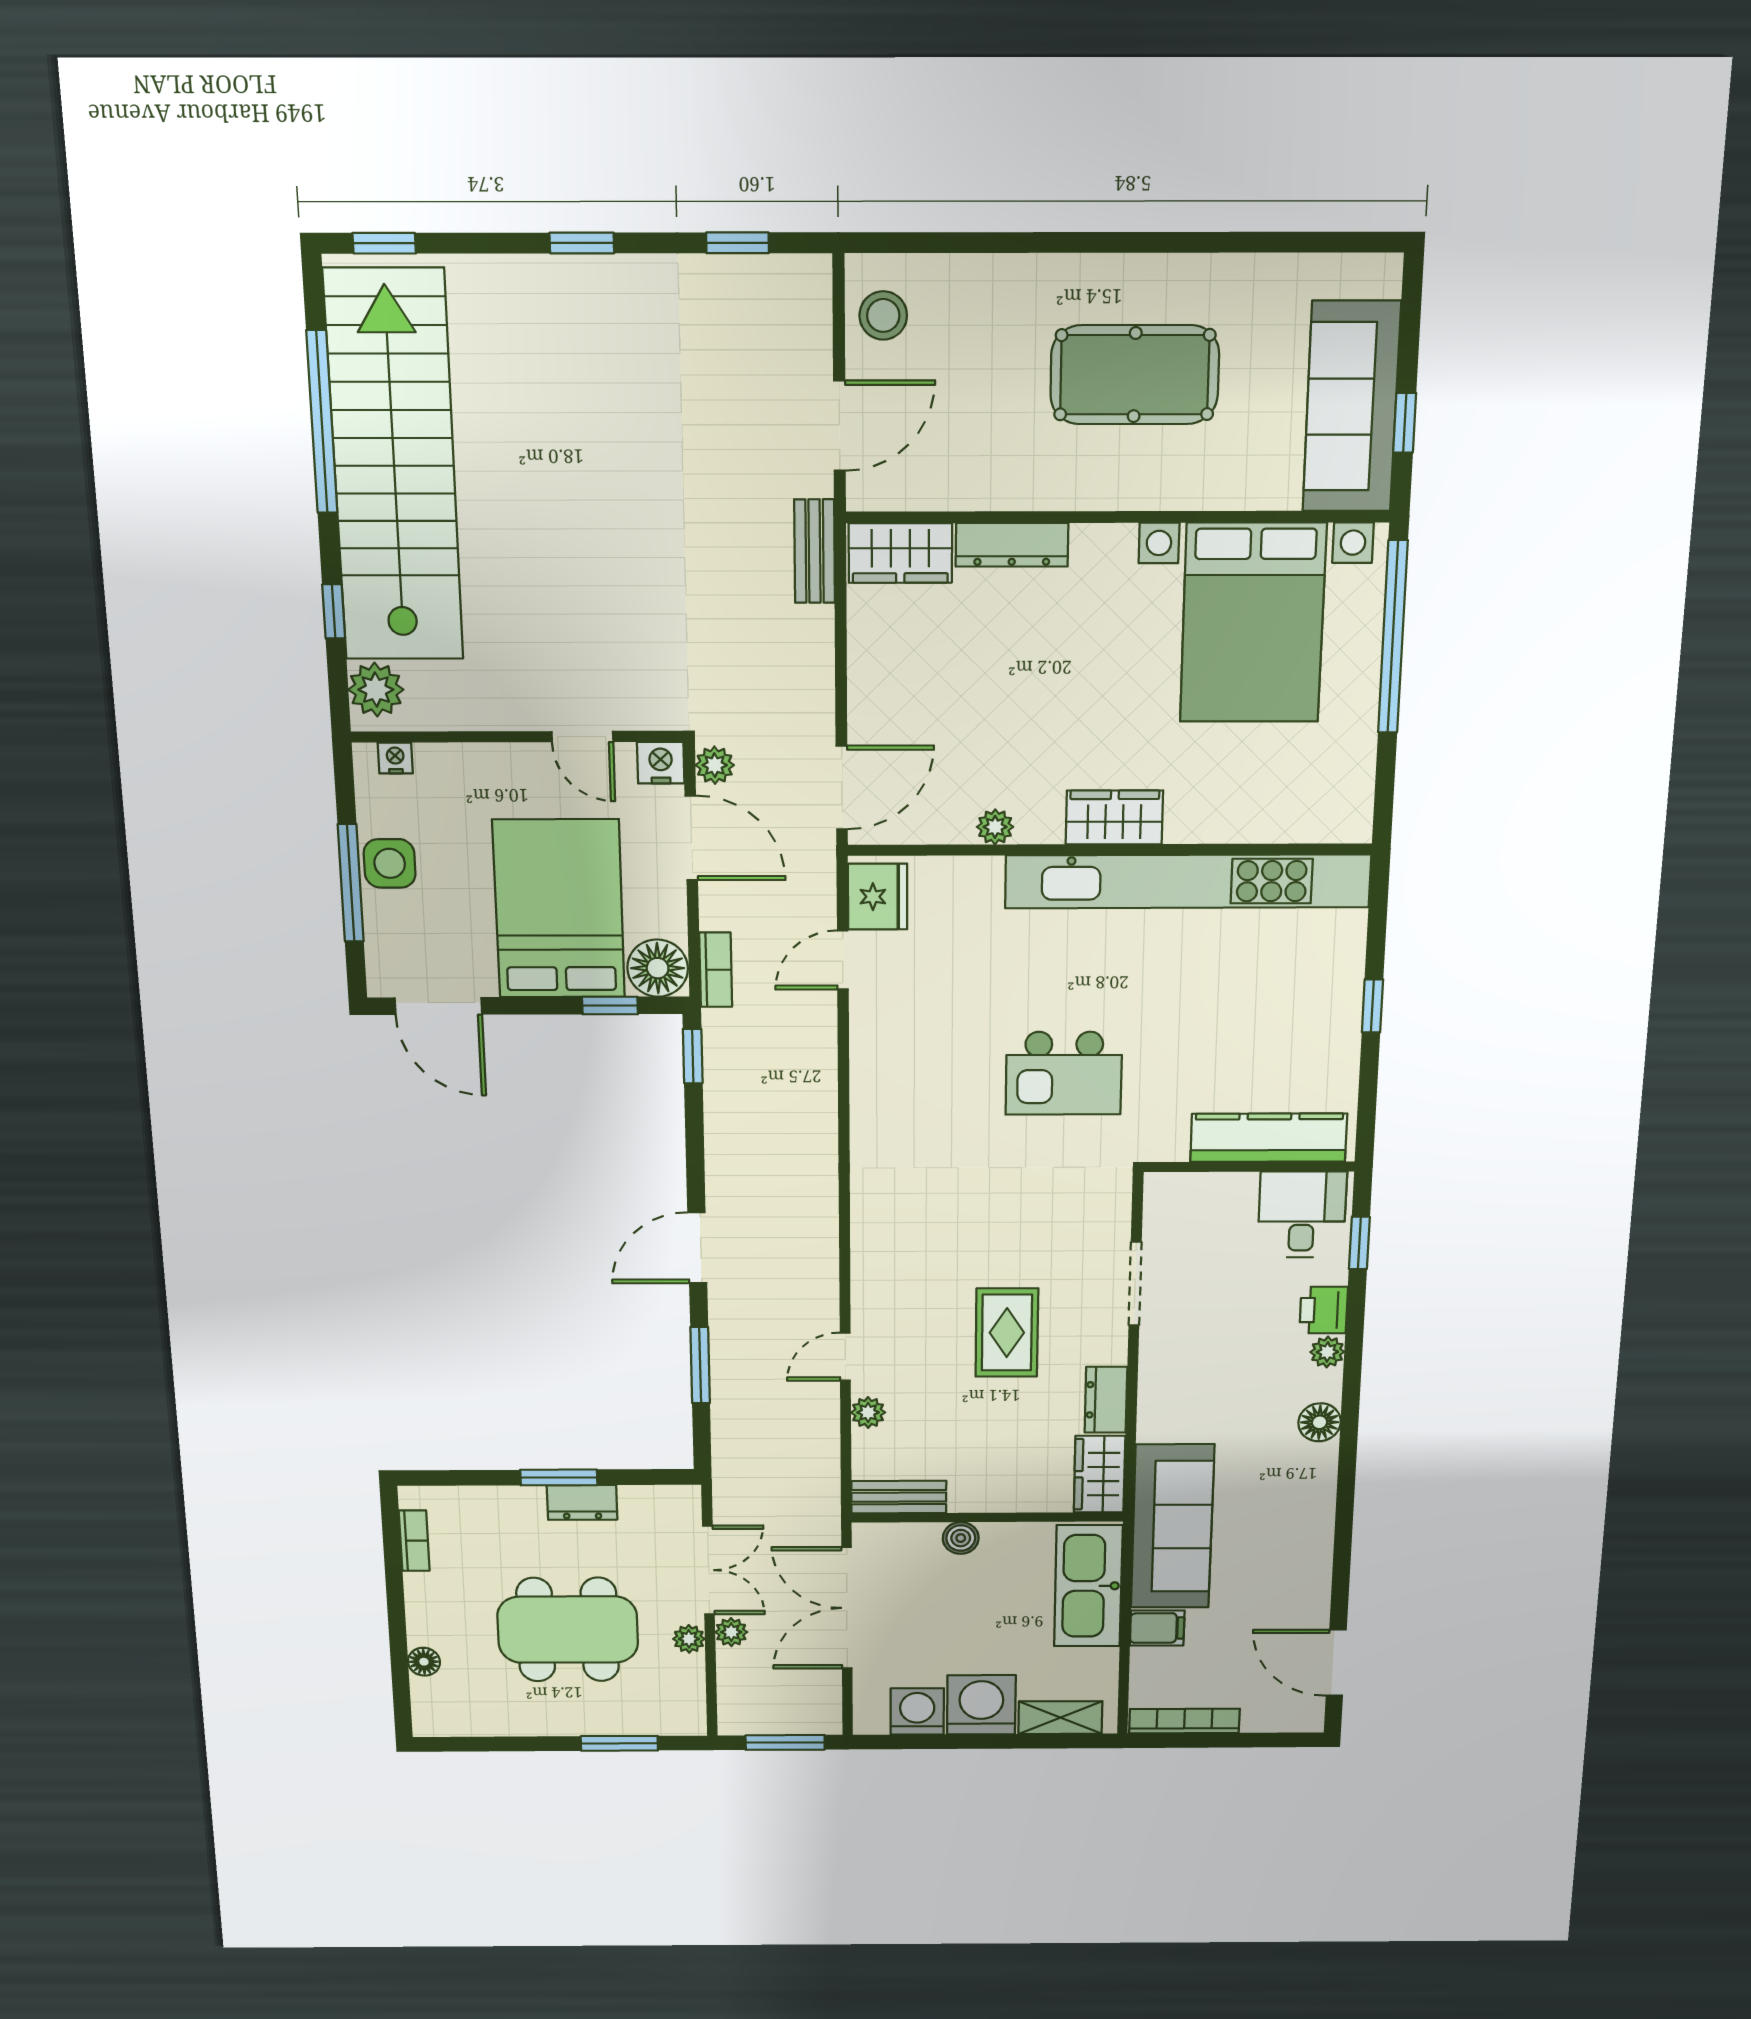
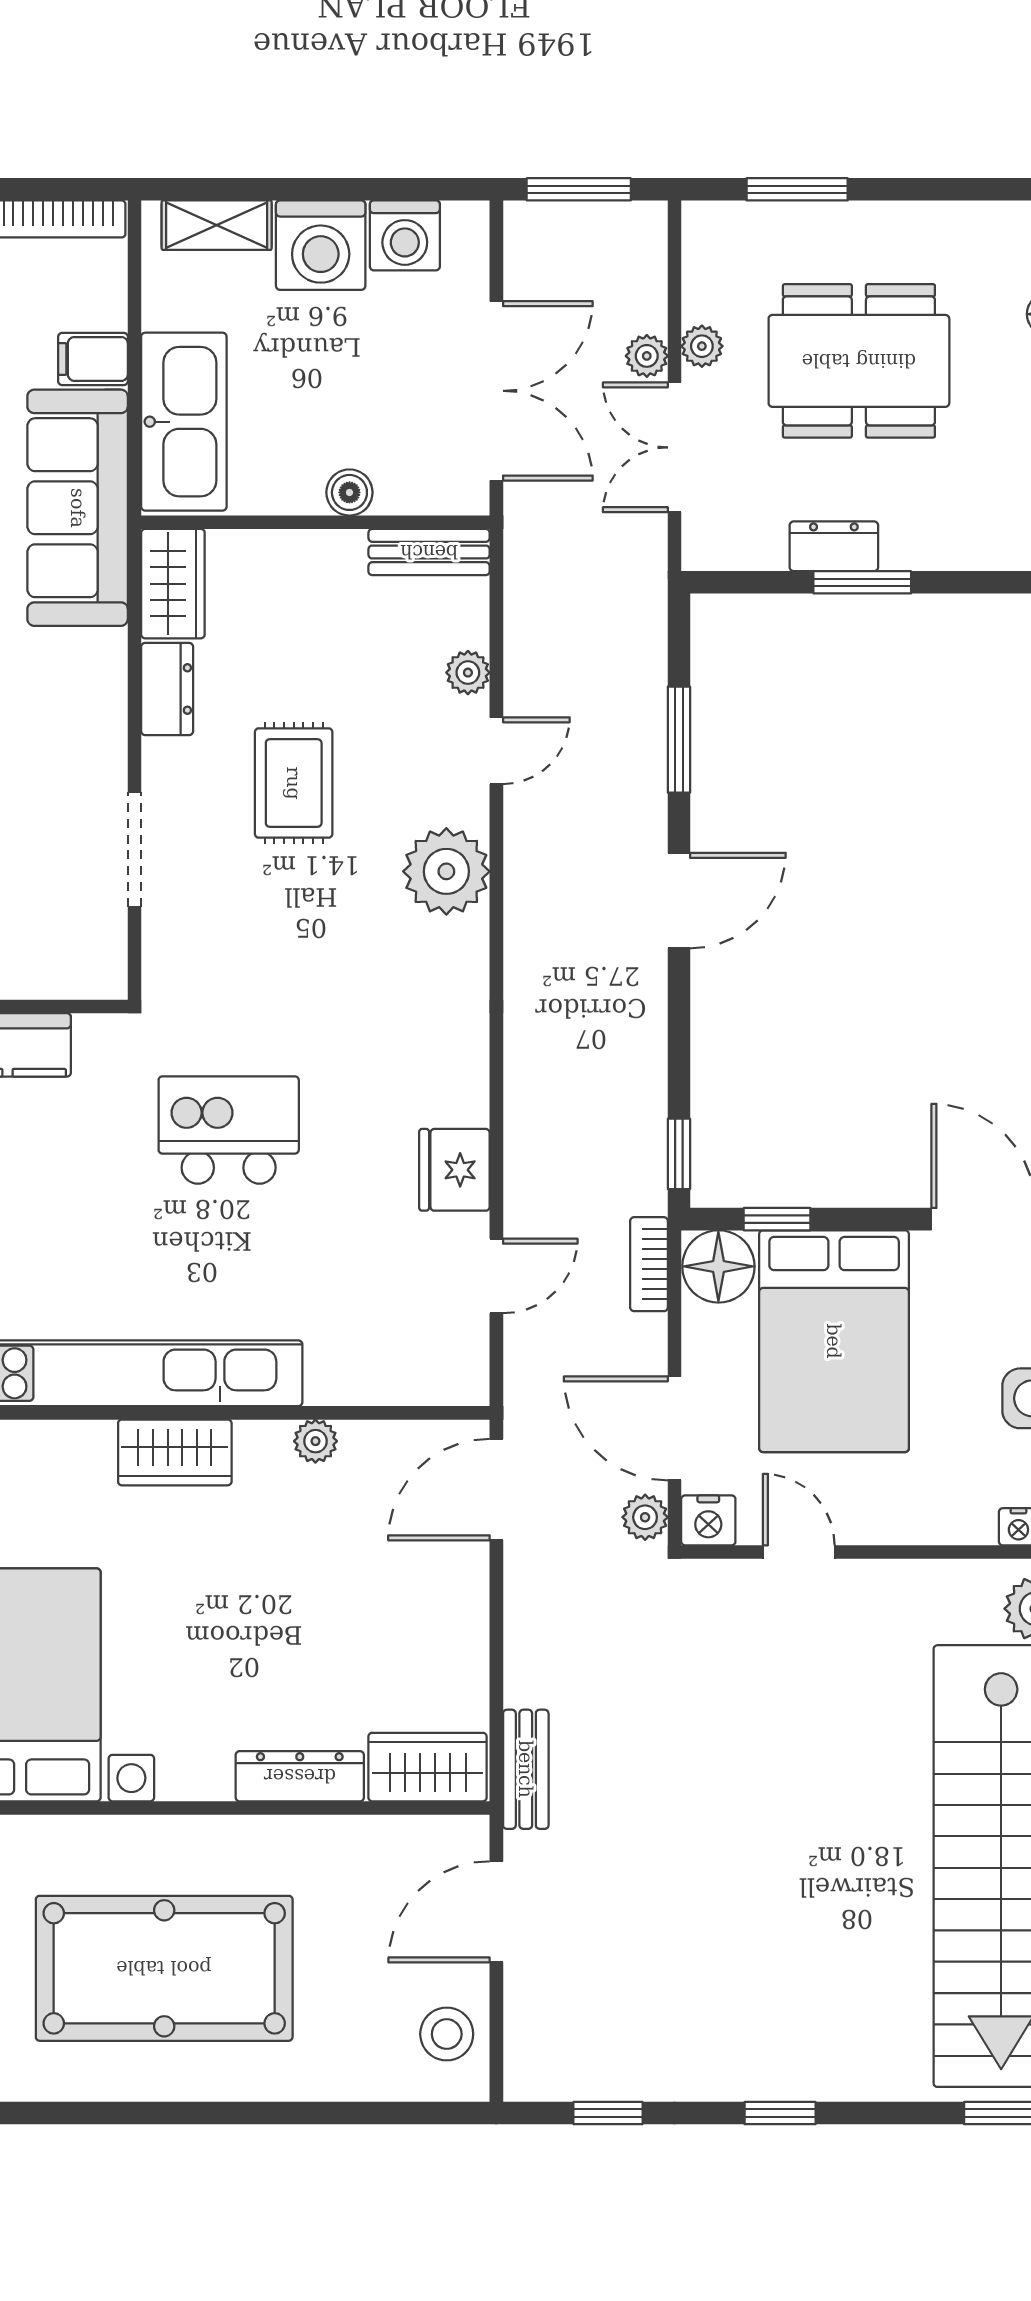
pool table: (1135, 375) -> (164, 1968), width x1.36, depth x1.32
fridge: (878, 897) -> (454, 1170), moved
plant: (885, 1269) -> (446, 871), added

